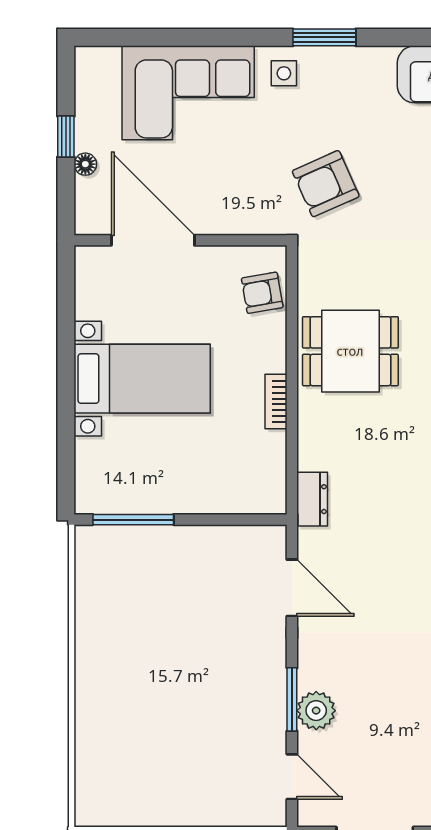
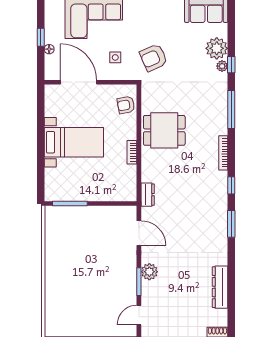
side table: (284, 73) -> (115, 57), moved
plant: (316, 711) -> (149, 272), moved
door: (292, 777) -> (139, 315), swing flipped

